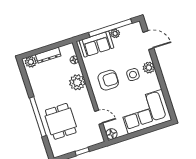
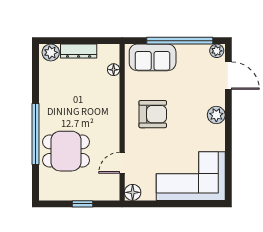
plant: (115, 33) -> (217, 51), moved
side table: (133, 75) -> (190, 118), removed
plant: (77, 82) -> (108, 103), removed
door: (99, 117) -> (122, 163), swing flipped
dining table: (61, 121) -> (66, 151), turned 90

